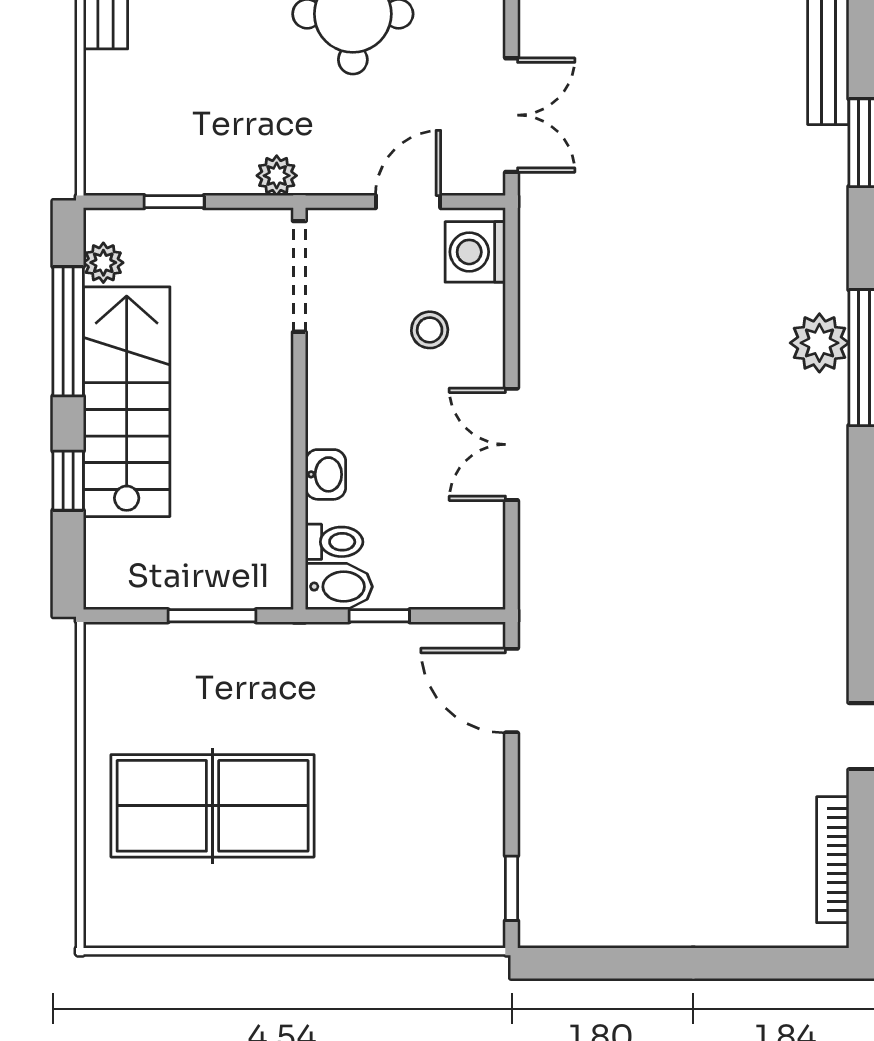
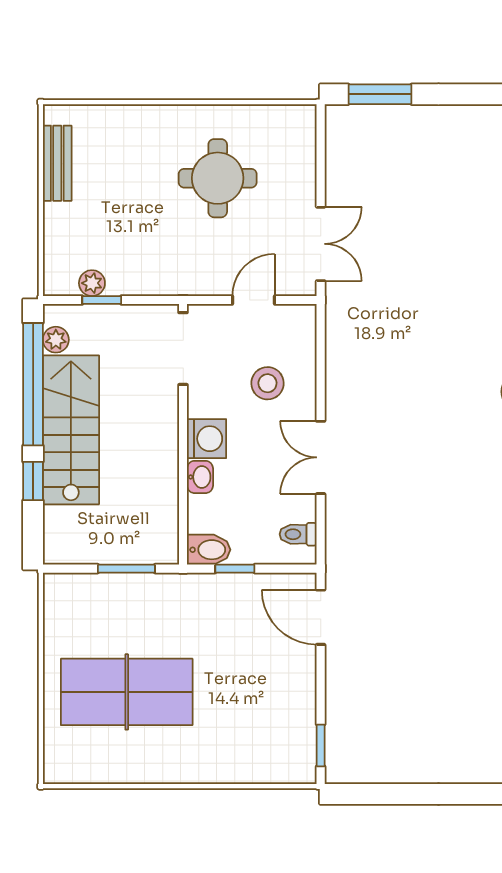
plant: (277, 176) -> (92, 283), moved
washing machine: (475, 252) -> (207, 439), moved, turned 180
stool: (430, 330) -> (267, 383), width x1.37, depth x1.37
window: (68, 331) -> (33, 384), width x1.46
toilet: (334, 542) -> (298, 534), moved, turned 180

